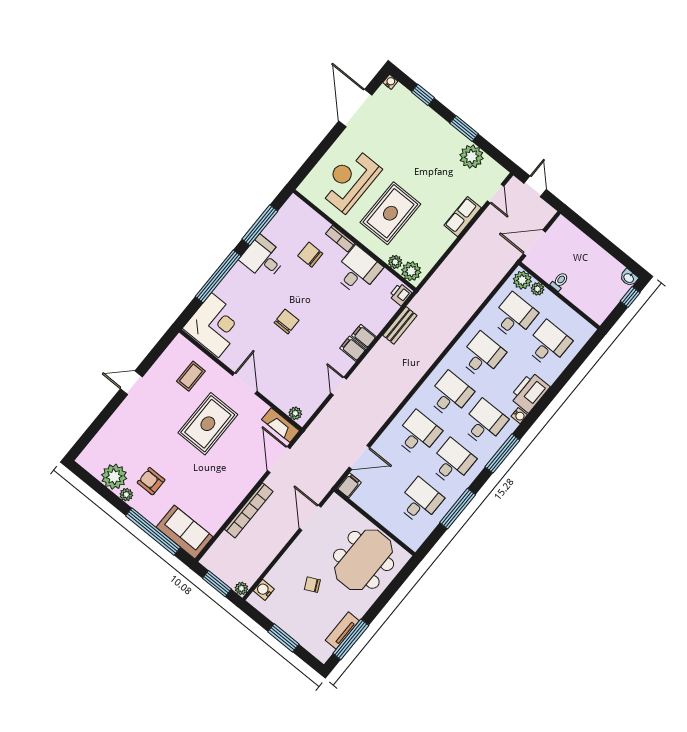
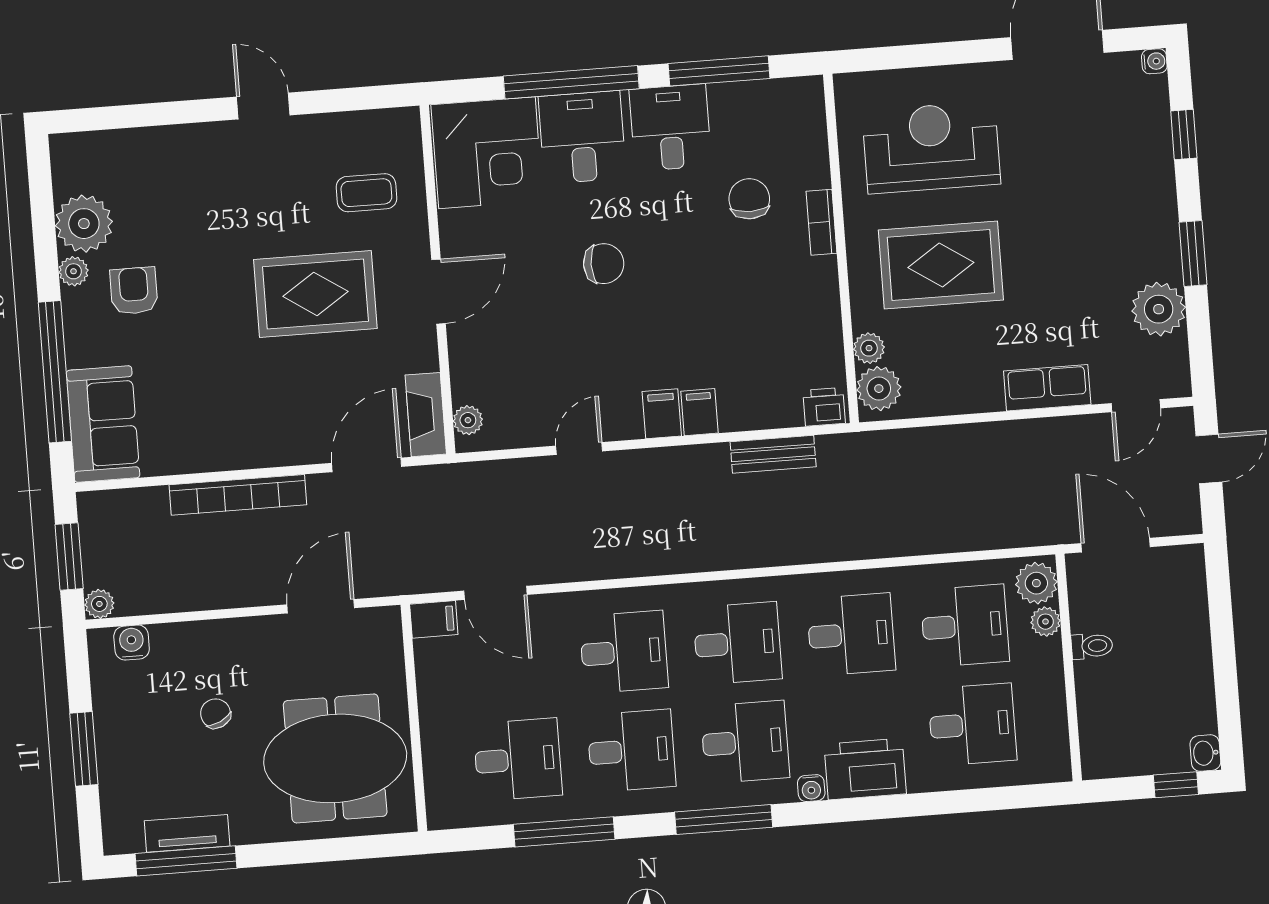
desk: (358, 271) -> (582, 137), moved, turned -90

